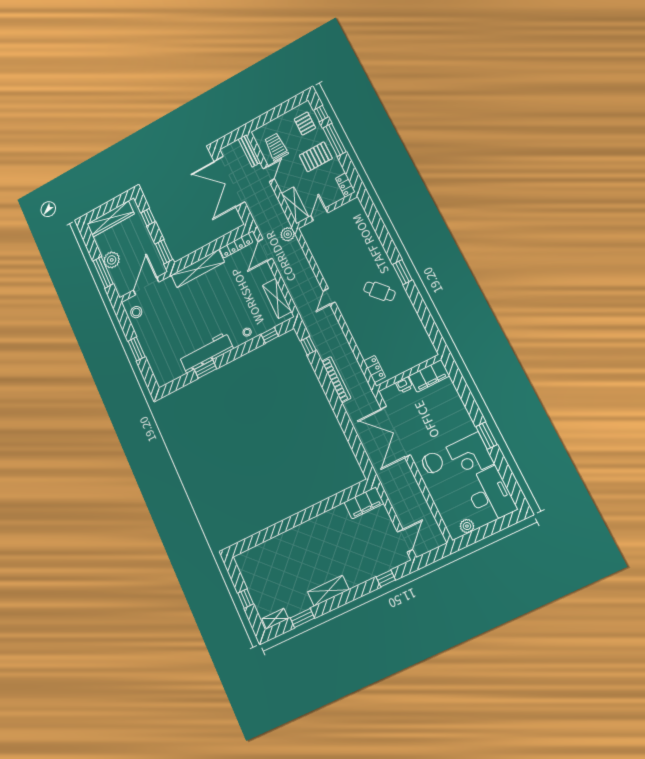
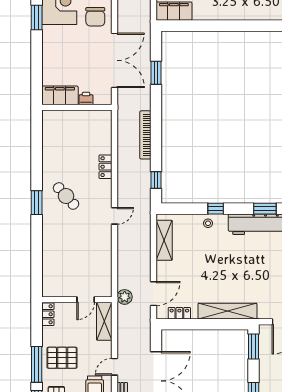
locker: (236, 246) -> (179, 313), width x0.66
window: (270, 335) -> (216, 209), moved
locker: (375, 369) -> (106, 167), moved
window: (353, 439) -> (156, 73), added
chair: (433, 463) -> (95, 17), turned -90

